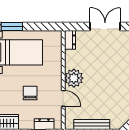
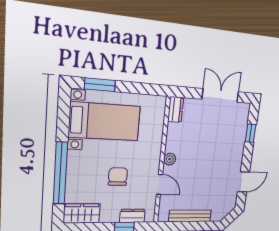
plant: (74, 78) -> (170, 159), width x0.53, depth x0.53

